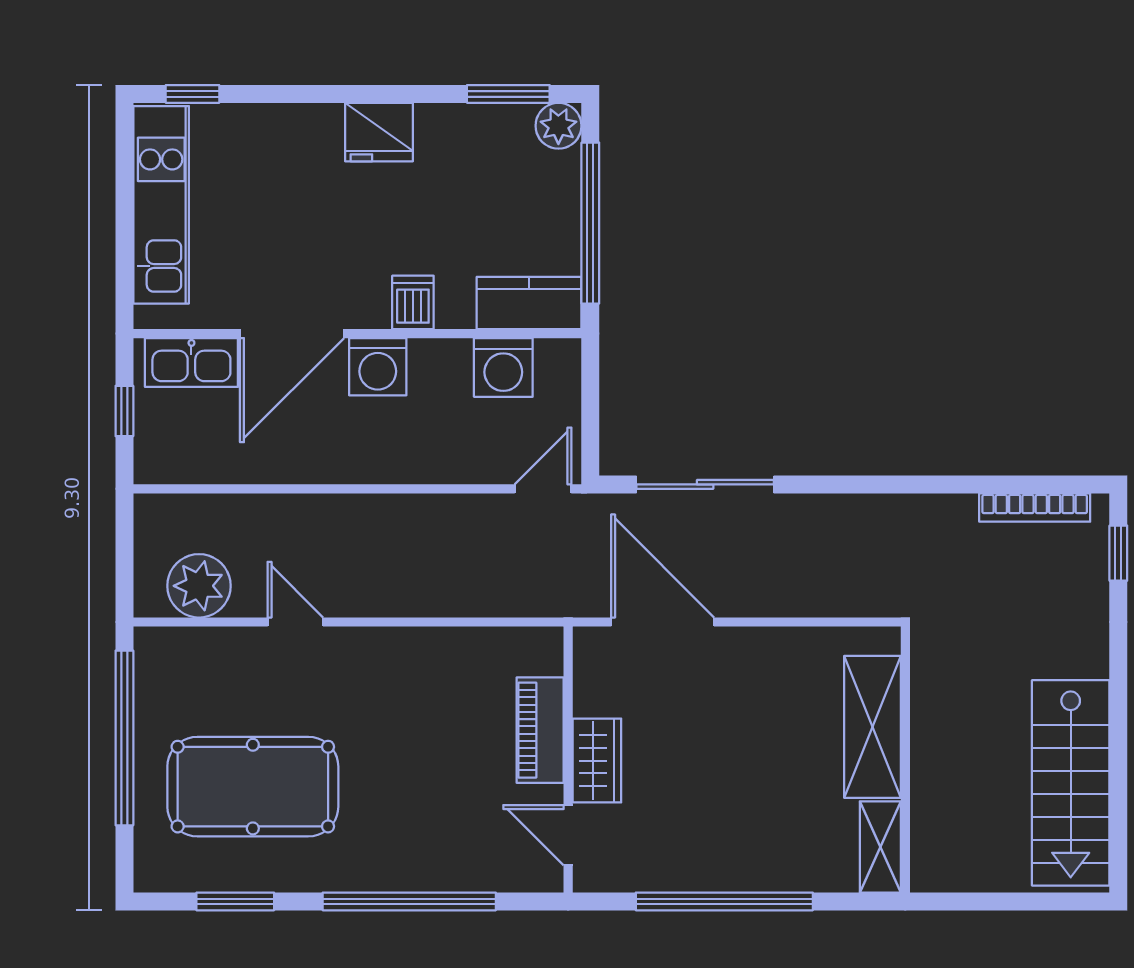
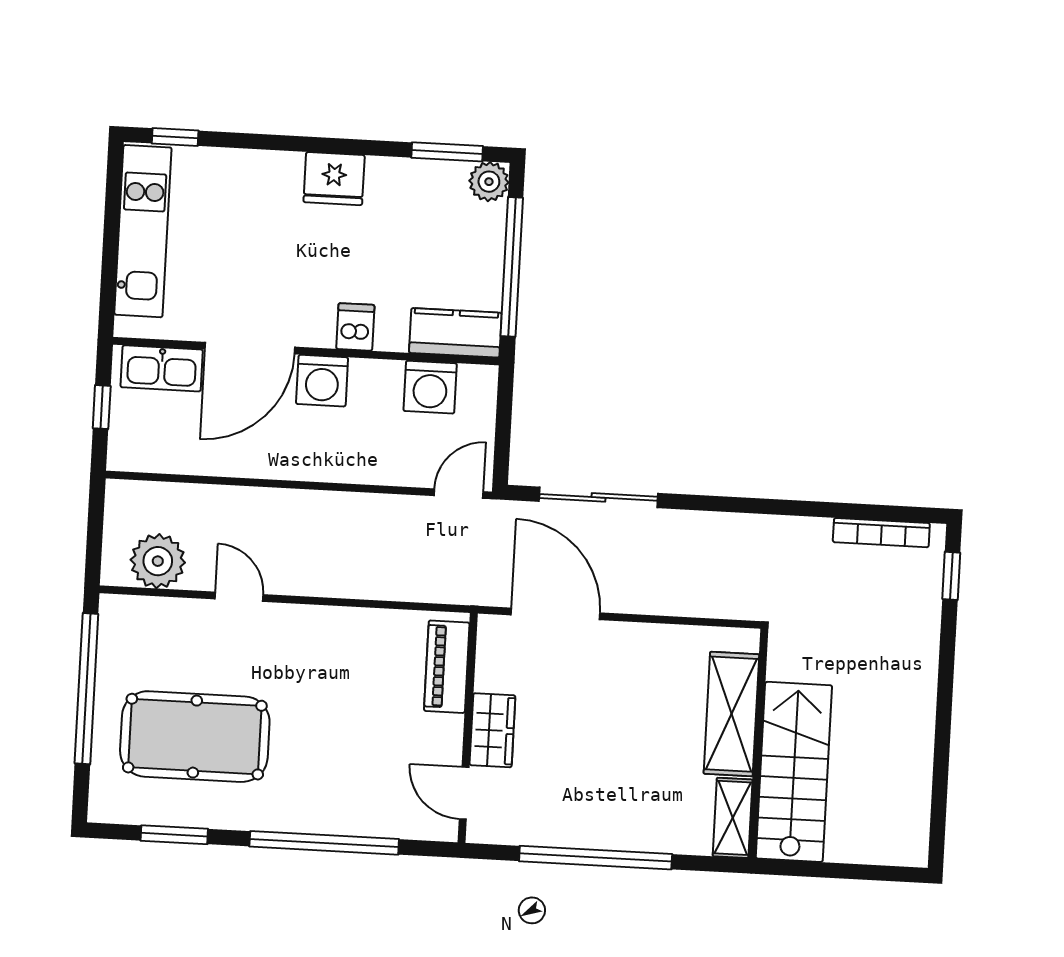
piano: (540, 730) -> (447, 667), moved
stairs: (1071, 783) -> (794, 772), moved, turned 180

